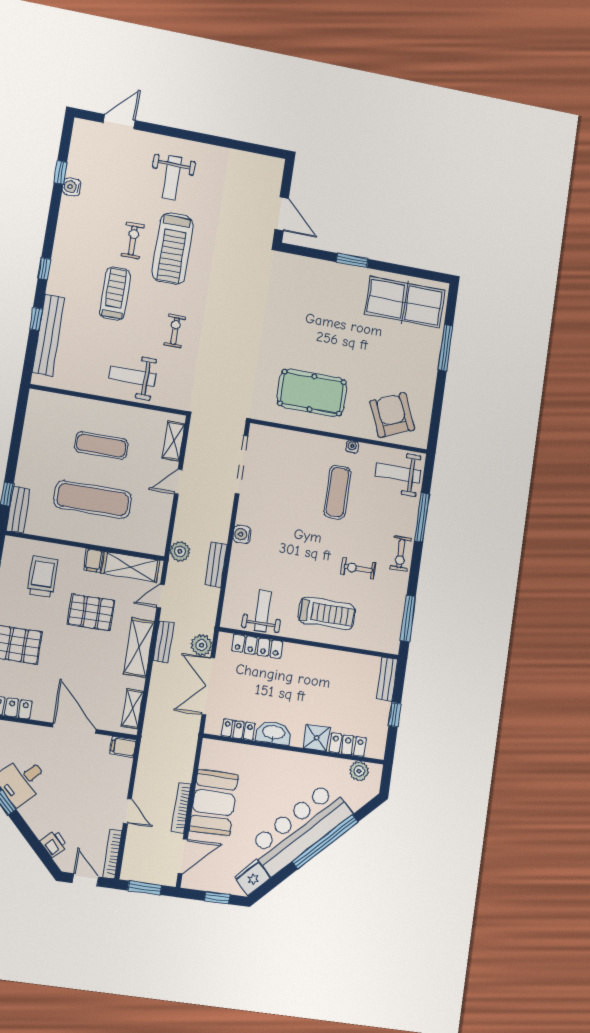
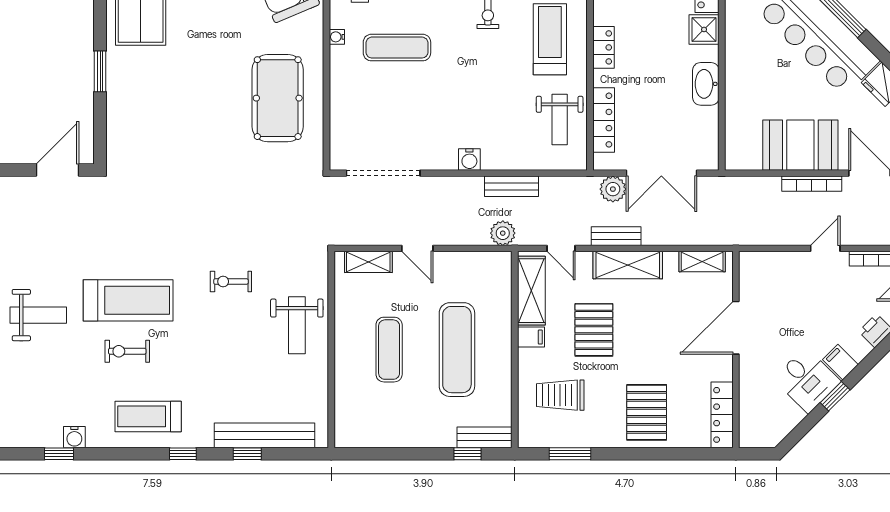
treadmill: (115, 294) -> (148, 416), moved
weight bench: (263, 611) -> (560, 120), turned -90
locker: (238, 730) -> (603, 47), moved, turned 180
filing cabinet: (123, 747) -> (840, 362), moved, turned 135

